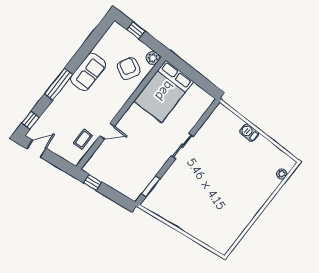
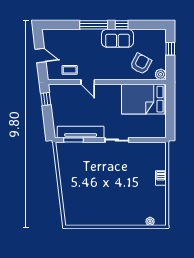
window: (31, 120) -> (122, 25), moved
door: (36, 149) -> (40, 55), moved
tv unit: (149, 174) -> (81, 132), added

